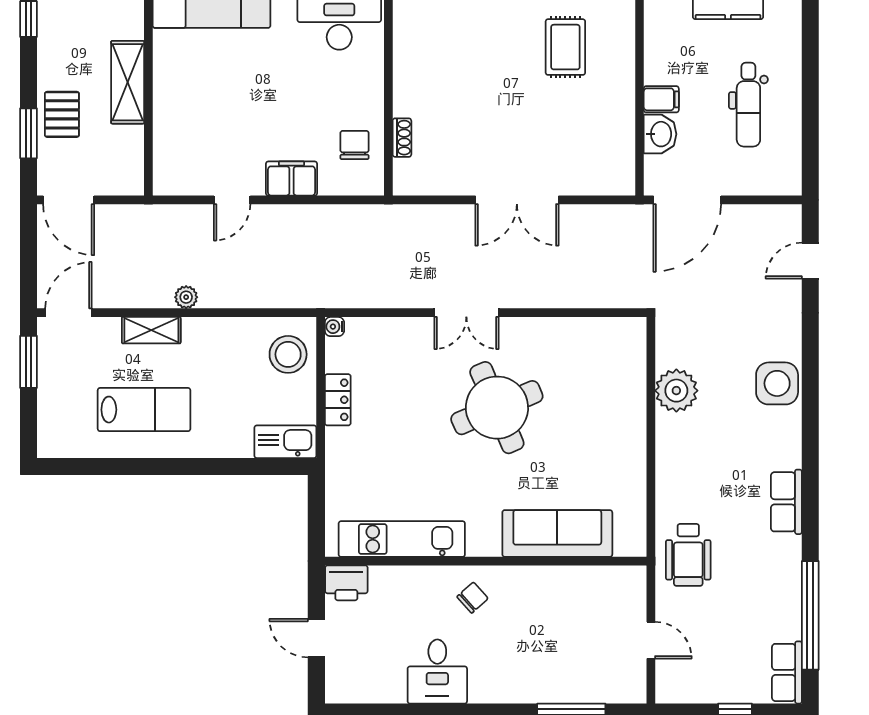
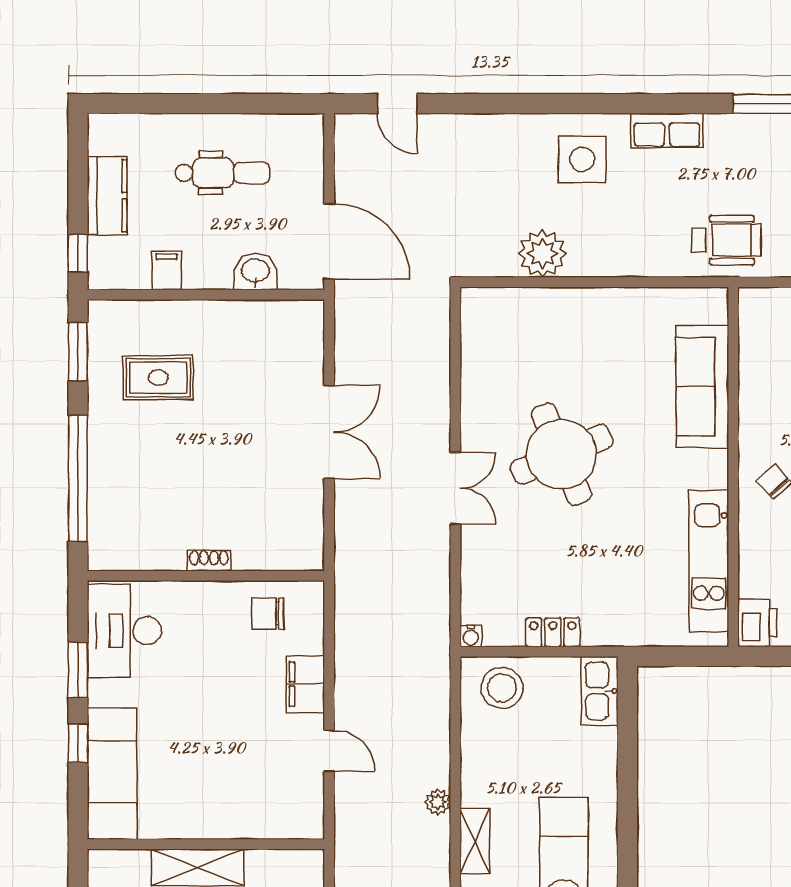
filing cabinet: (661, 99) -> (167, 270), moved
shoe rack: (402, 138) -> (209, 561), moved
side table: (777, 383) -> (582, 159), moved

